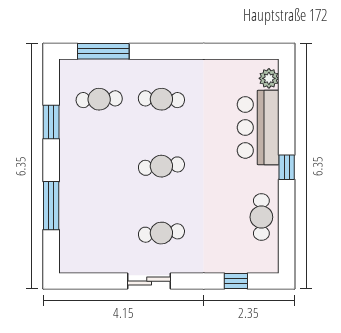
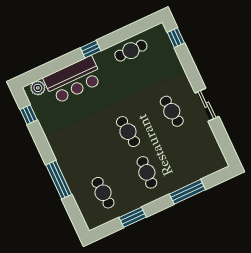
window: (103, 51) -> (59, 180), moved
window: (241, 51) -> (29, 115), added
cafe table: (161, 99) -> (147, 172), moved
window: (236, 281) -> (176, 38), moved

